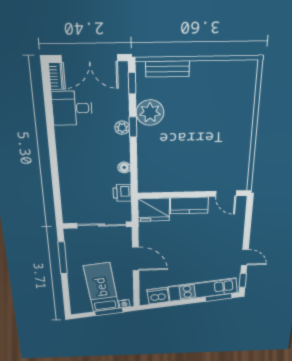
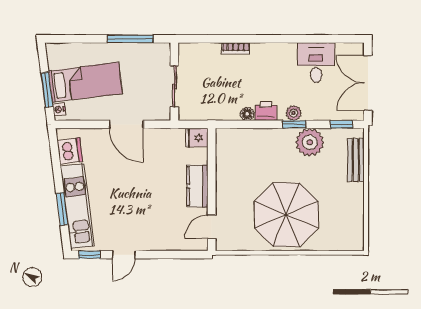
bookcase: (55, 76) -> (236, 48), moved
parasol: (219, 132) -> (286, 215), added
printer: (122, 193) -> (266, 111), moved
fridge: (154, 210) -> (197, 138), width x0.53, depth x0.75
sliding door: (102, 225) -> (174, 86), width x0.73
door: (136, 259) -> (126, 124), hinge flipped
window: (219, 298) -> (62, 209), moved

